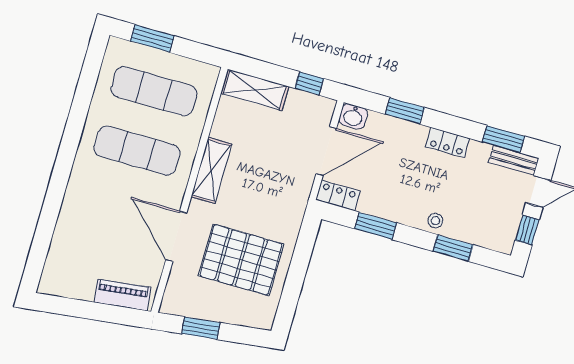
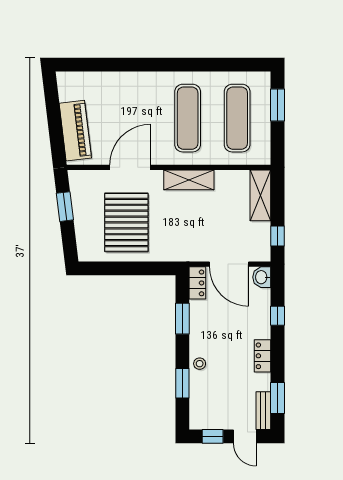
window: (405, 111) -> (277, 316), width x0.67
piano: (122, 295) -> (75, 131), width x1.37, depth x1.33

